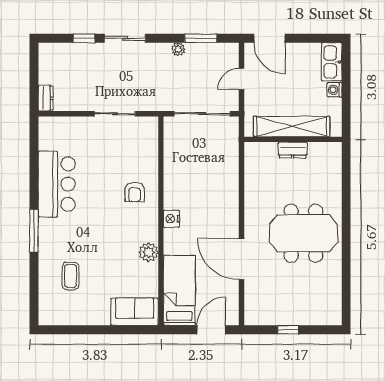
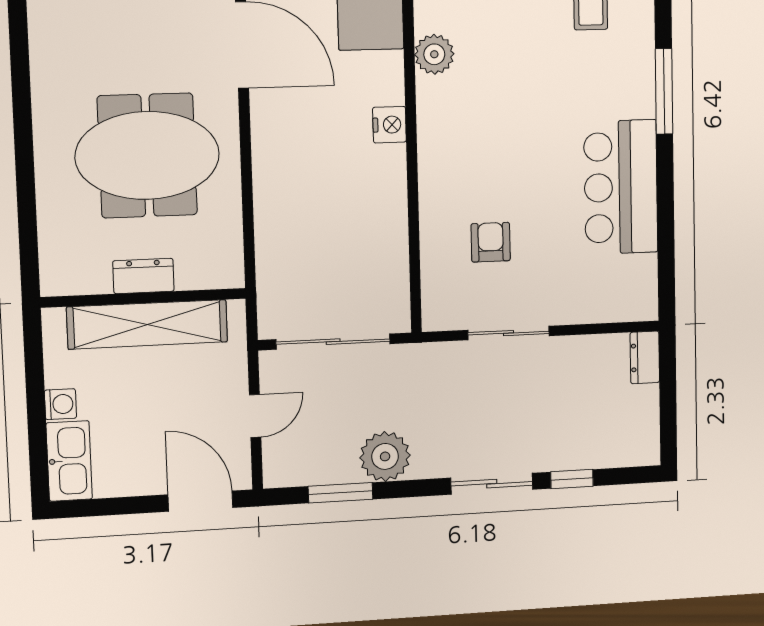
plant: (178, 49) -> (385, 456), width x1.88, depth x1.88
armchair: (135, 192) -> (491, 242), moved
meeting table: (303, 233) -> (147, 156), moved

